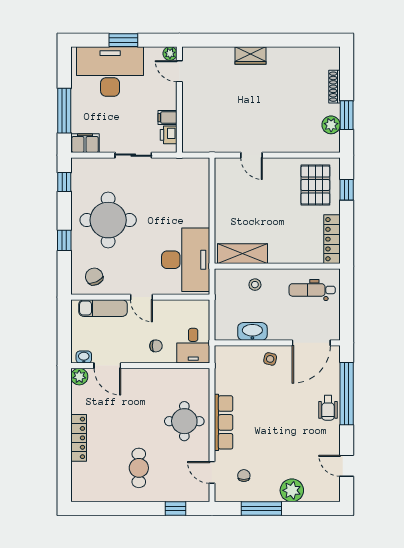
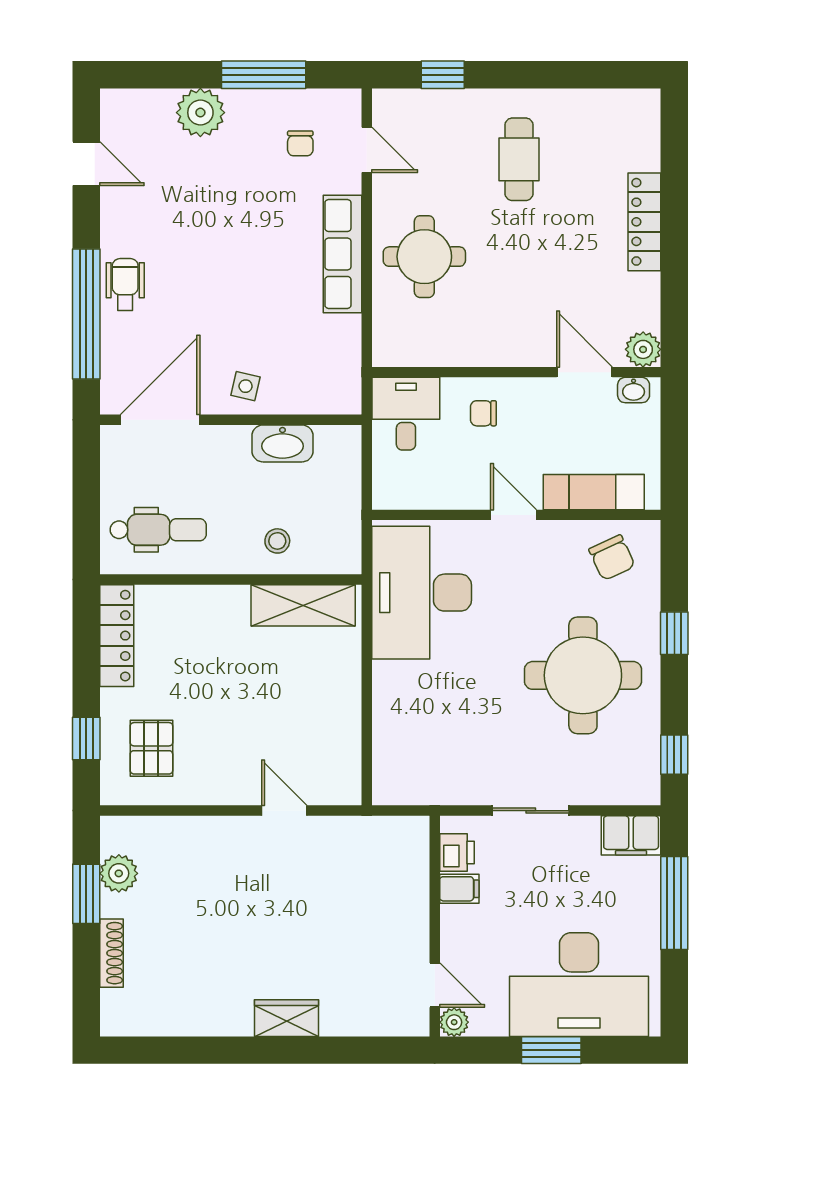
pallet: (315, 185) -> (151, 748), width x0.67, depth x0.71

